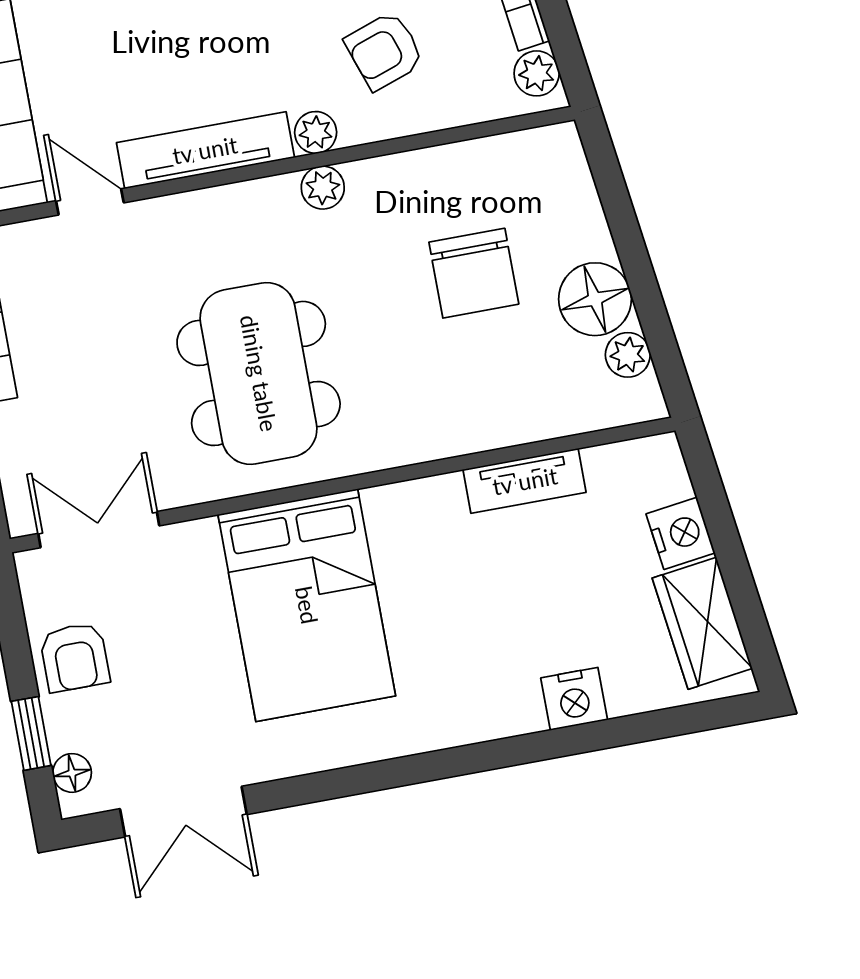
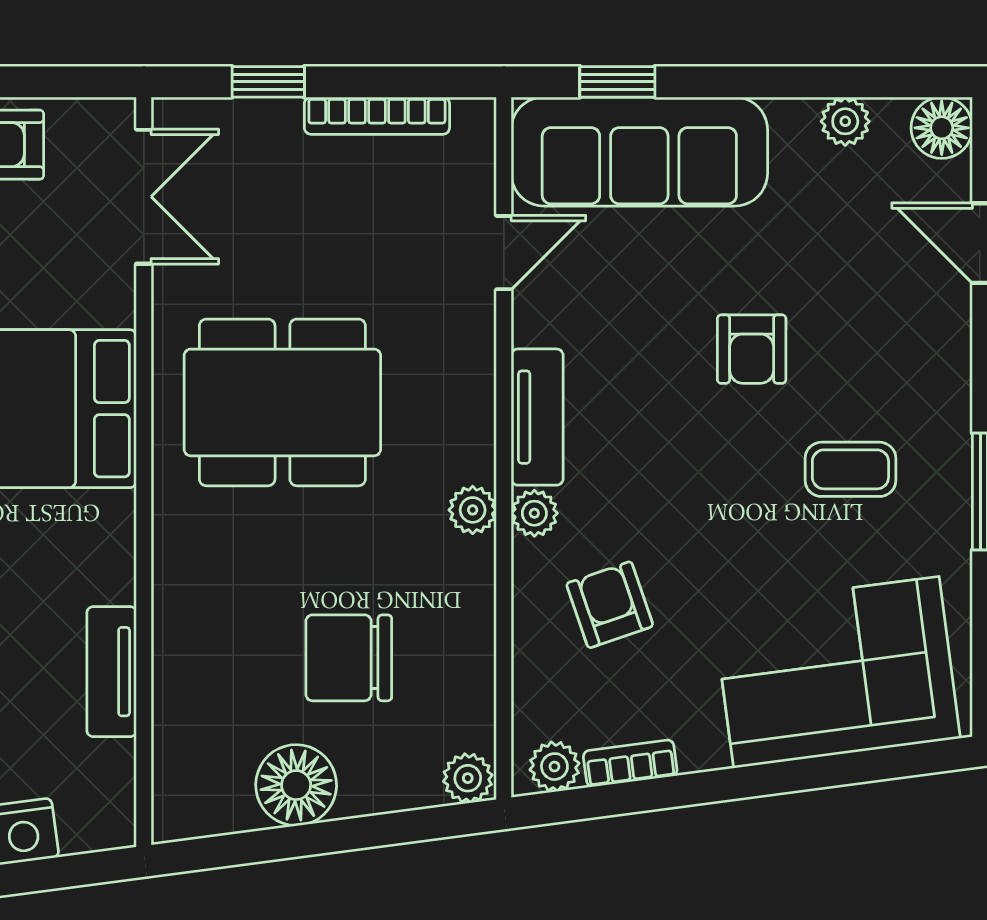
tv unit: (205, 150) -> (537, 417), width x0.71
plant: (628, 355) -> (468, 778), moved

